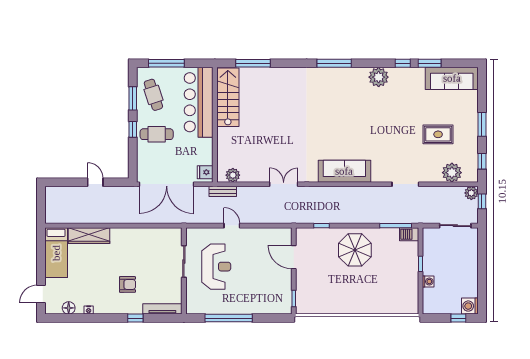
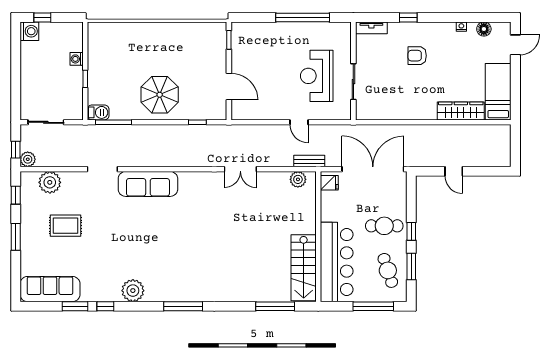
sofa: (344, 171) -> (148, 184), moved
tv unit: (162, 309) -> (371, 28), width x0.71

